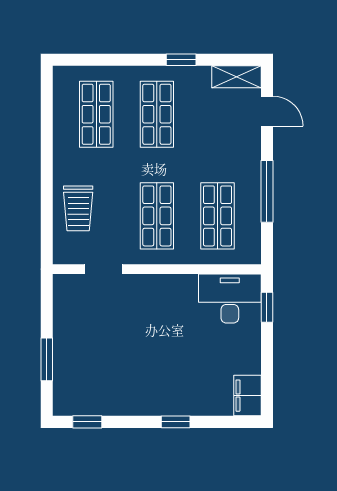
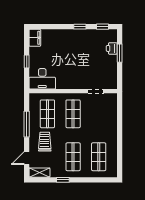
door: (267, 111) -> (27, 158), hinge flipped
trolley: (78, 208) -> (45, 142), moved
window: (267, 307) -> (27, 62), moved
printer: (65, 370) -> (112, 48), added
window: (176, 422) -> (80, 27), moved

